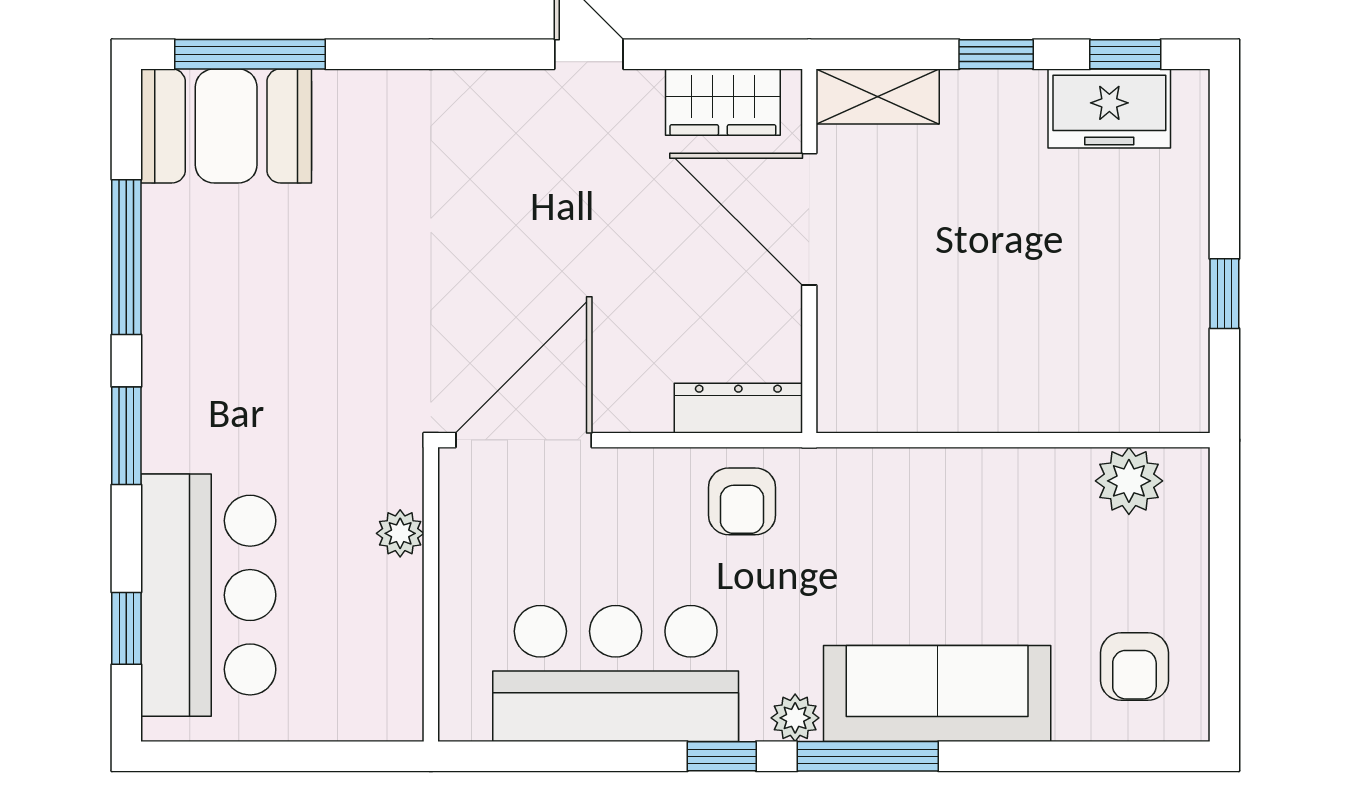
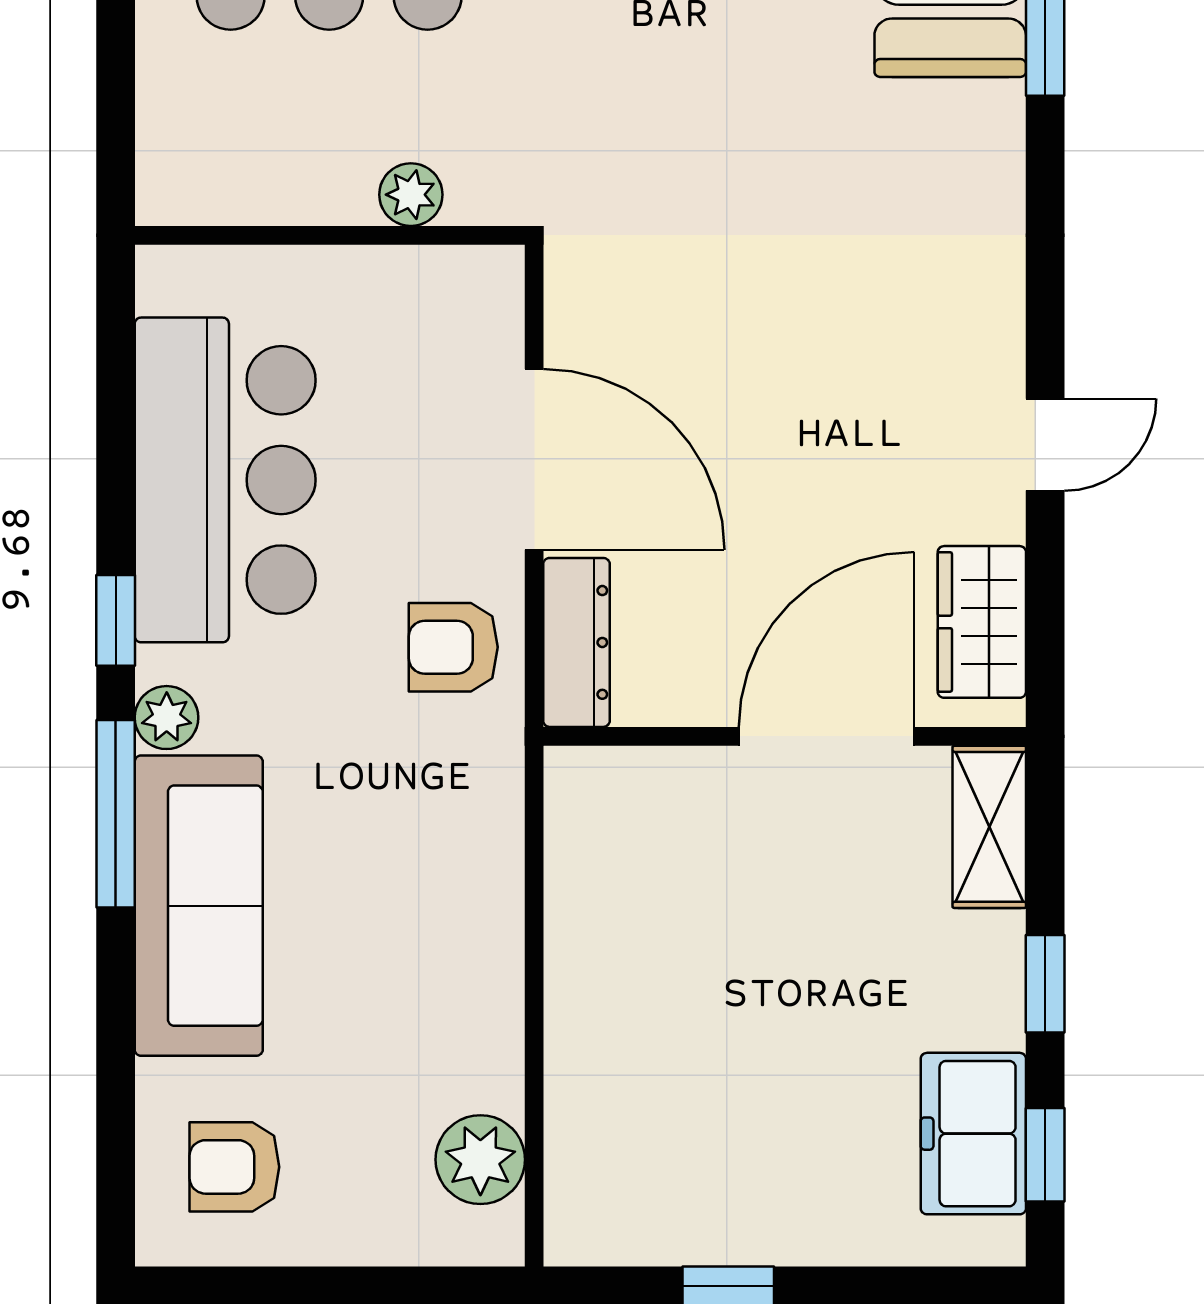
door: (524, 440) -> (534, 459), moved

